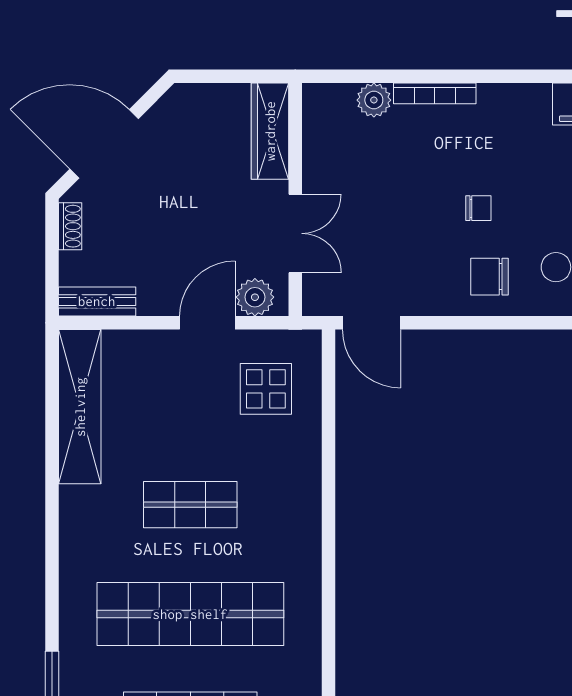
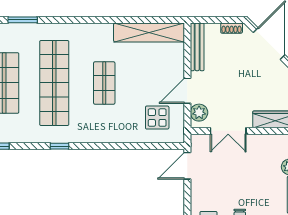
bench: (97, 301) -> (197, 47), width x1.36
door: (207, 323) -> (187, 91), swing flipped
window: (329, 603) -> (59, 146), added

